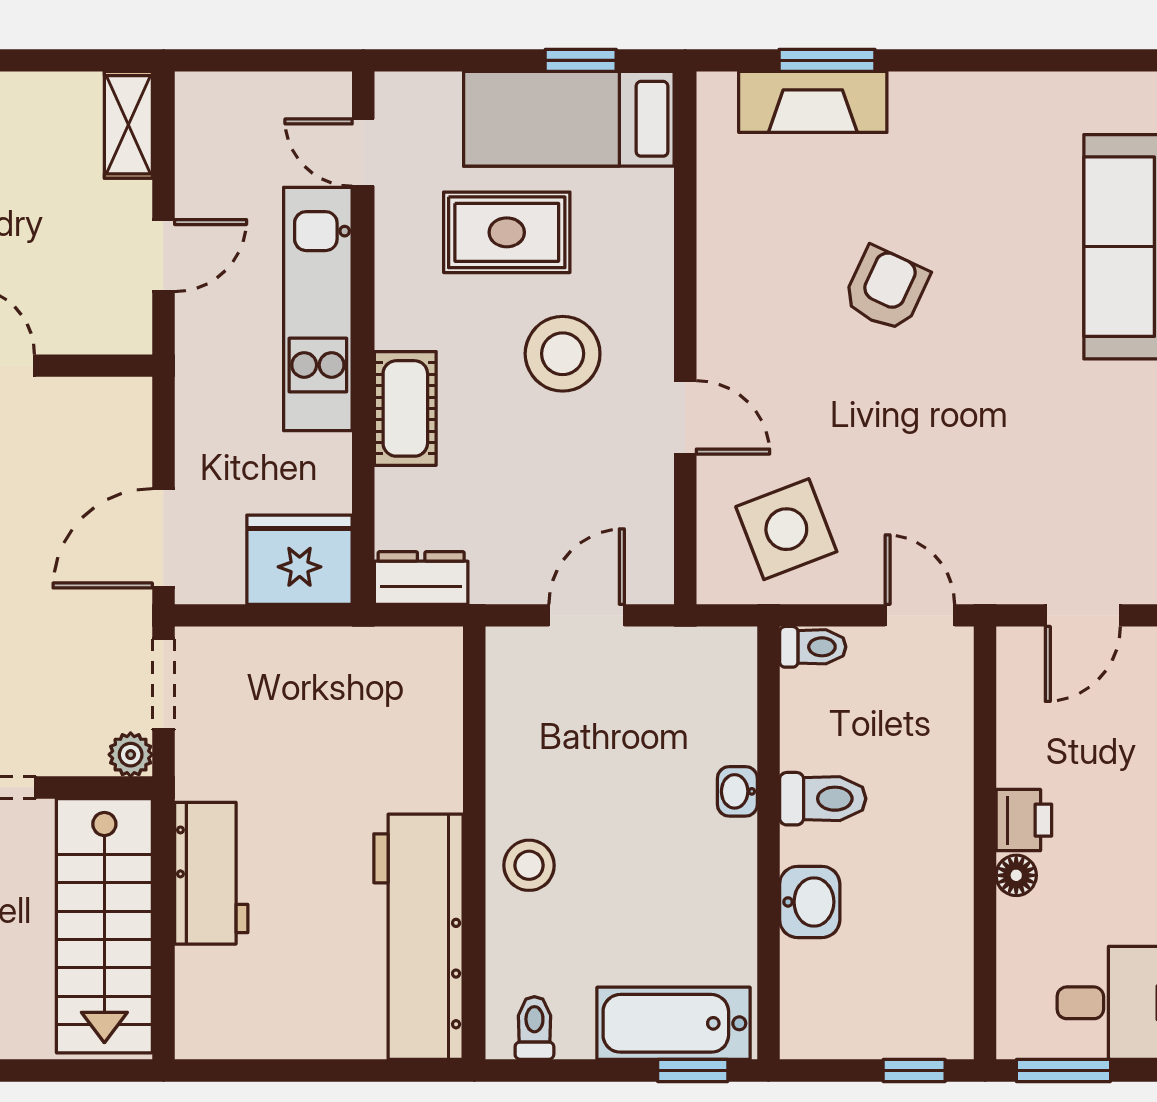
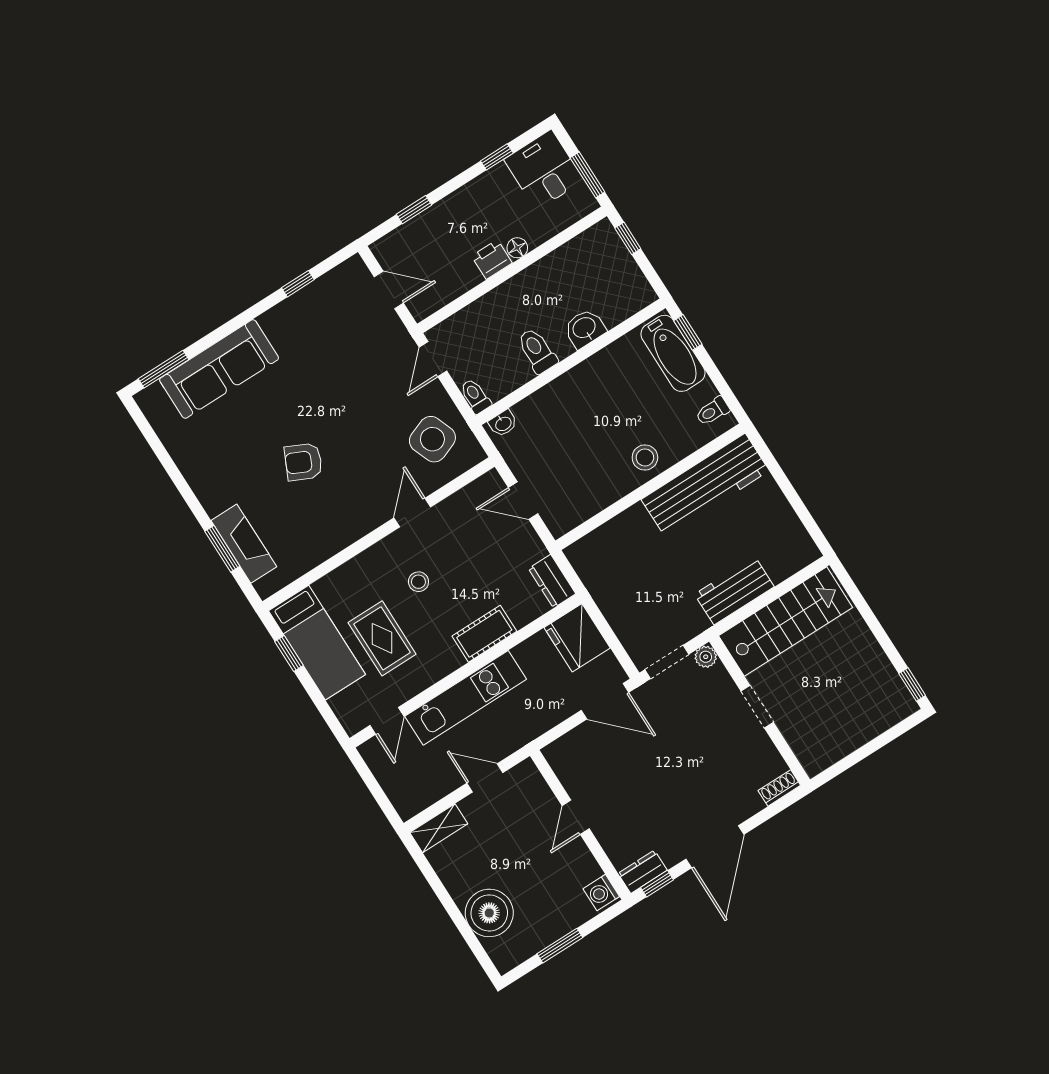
stool: (563, 354) -> (418, 582), width x0.53, depth x0.53
washbasin: (737, 791) -> (503, 423), moved

